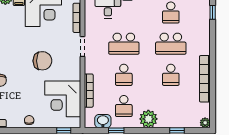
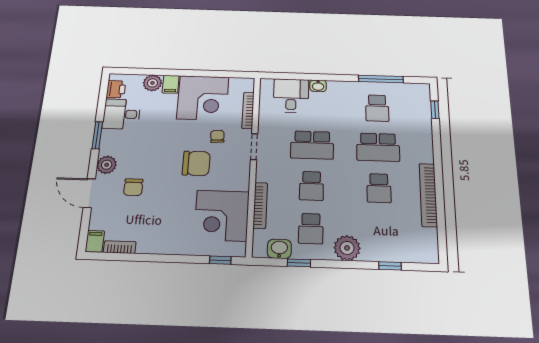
chair: (29, 120) -> (217, 136), moved
plant: (205, 123) -> (432, 256), removed

